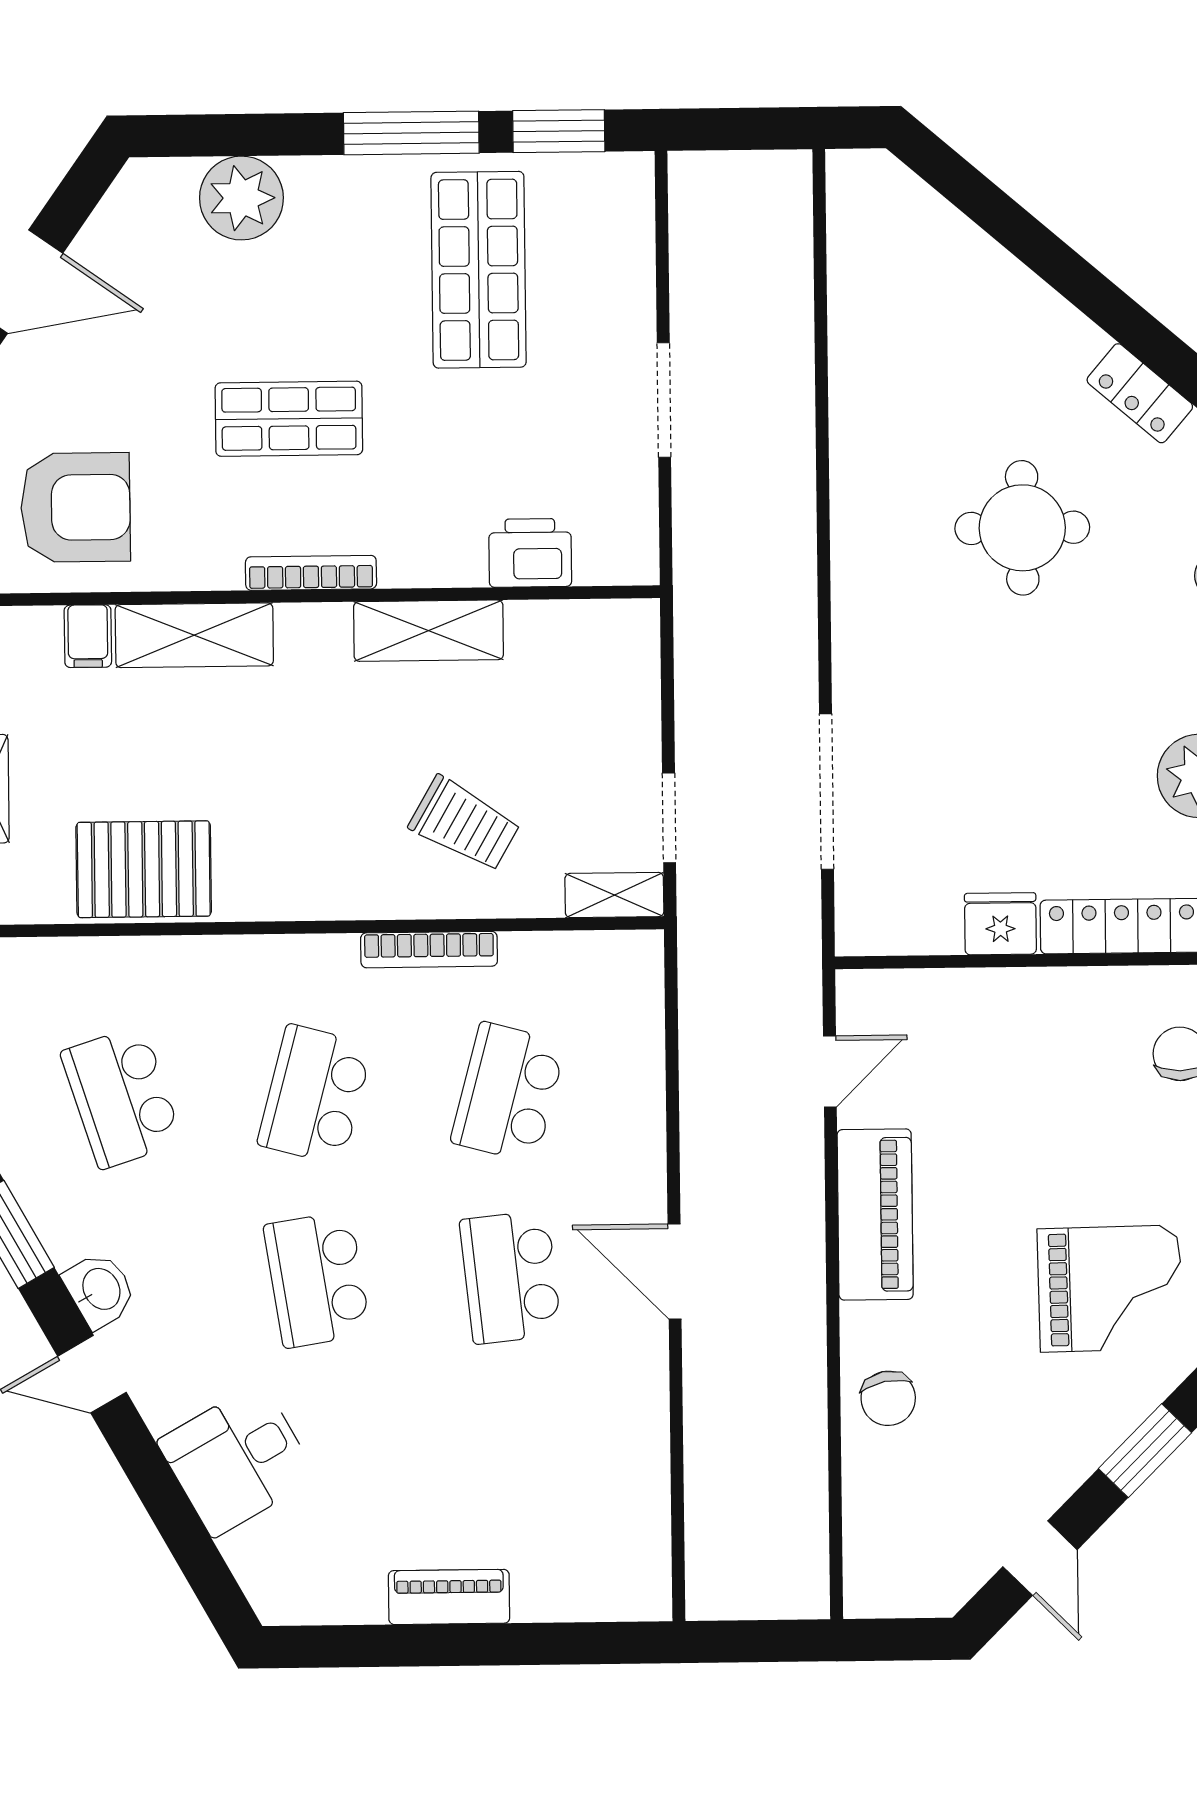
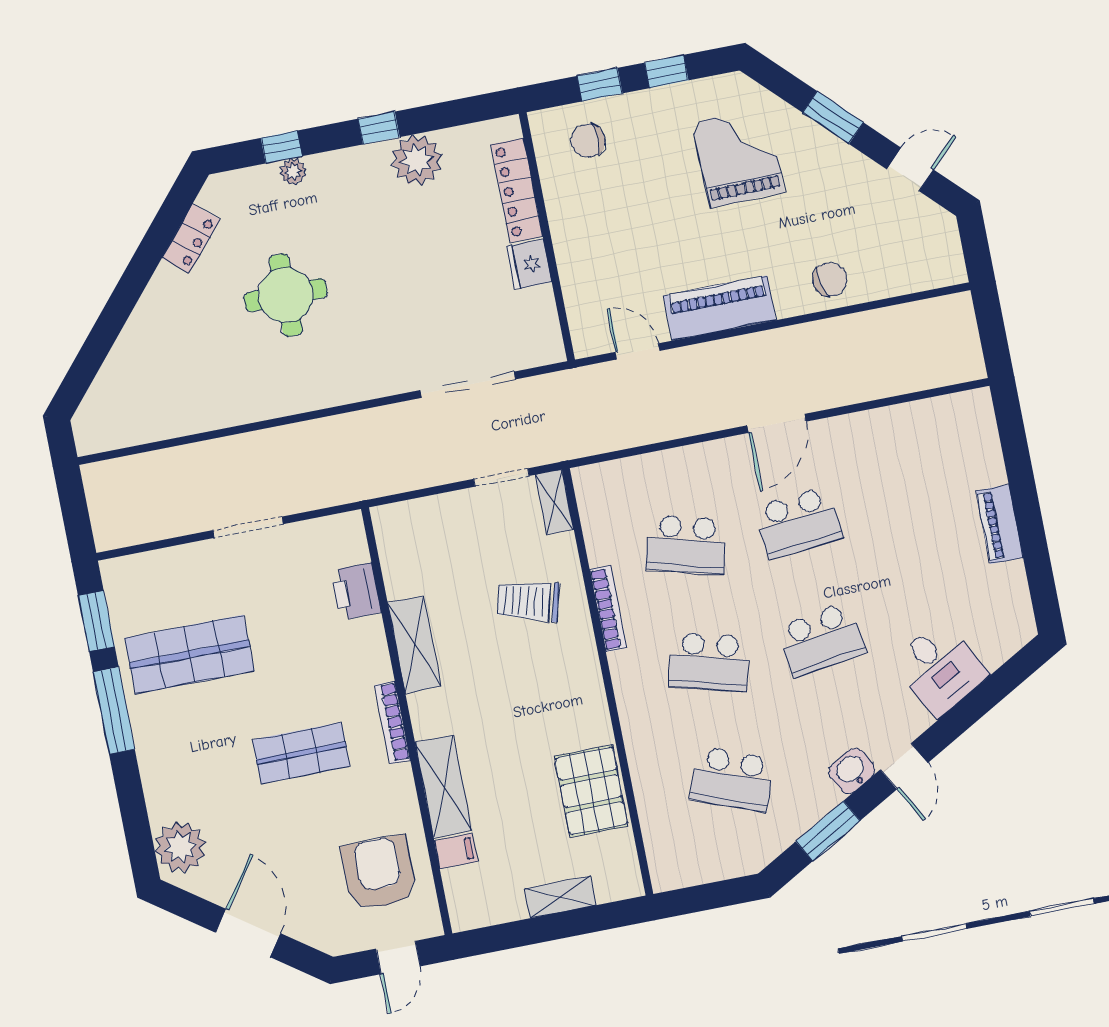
plant: (241, 198) -> (180, 847), moved
shop shelf: (289, 419) -> (301, 753), turned 90
trolley: (465, 824) -> (528, 601), turned -106
school desk: (121, 1097) -> (732, 779), turned 39

